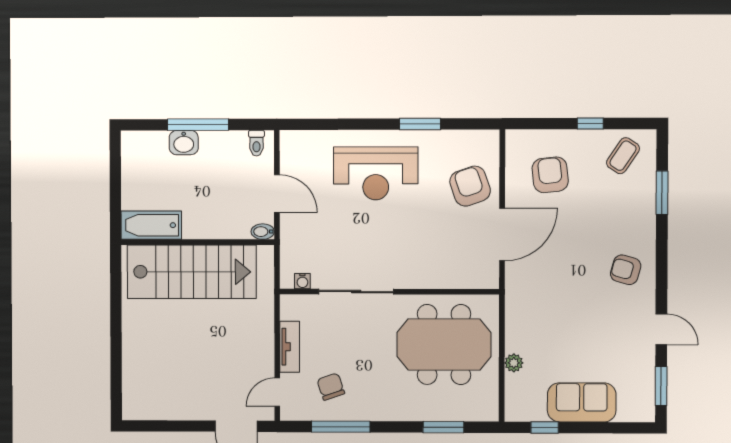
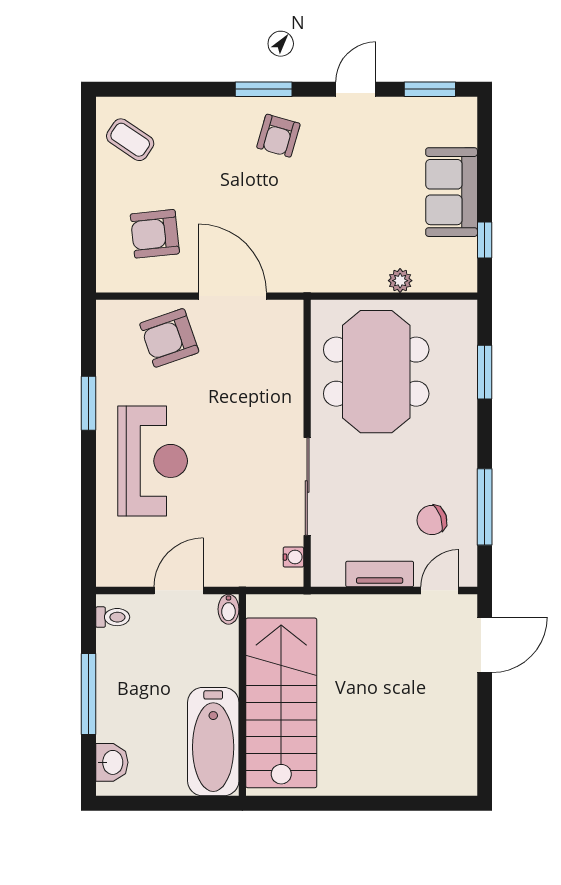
window: (590, 124) -> (88, 182), removed
washbasin: (184, 143) -> (112, 762), moved
window: (662, 193) -> (264, 89), moved
bathtub: (151, 225) -> (213, 742), width x1.36, depth x1.36
door: (277, 392) -> (440, 590), swing flipped

